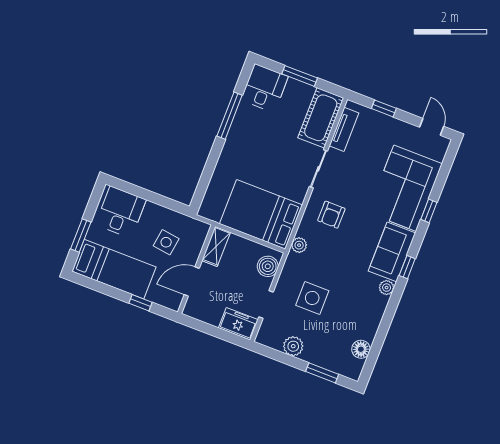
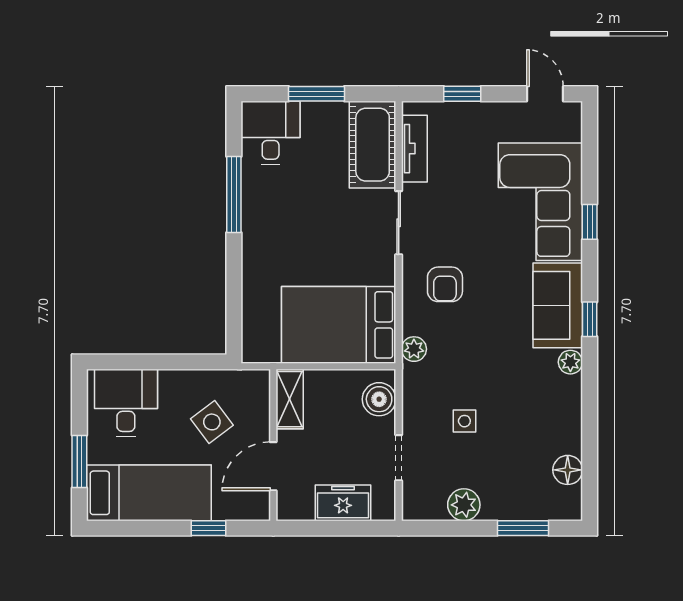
side table: (166, 242) -> (212, 422), turned 45
side table: (312, 298) -> (464, 421), width x0.54, depth x0.54
freezer: (238, 324) -> (343, 503), moved

